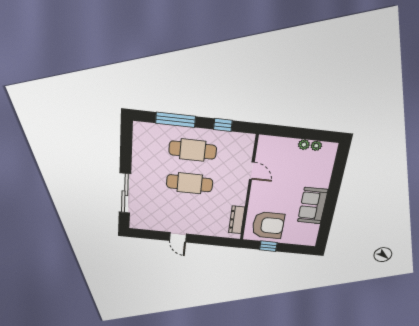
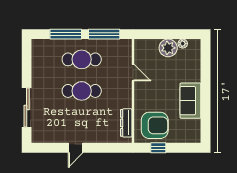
window: (223, 125) -> (104, 34), width x2.17
plant: (304, 145) -> (168, 48), width x1.88, depth x1.88
door: (178, 237) -> (76, 148), hinge flipped

